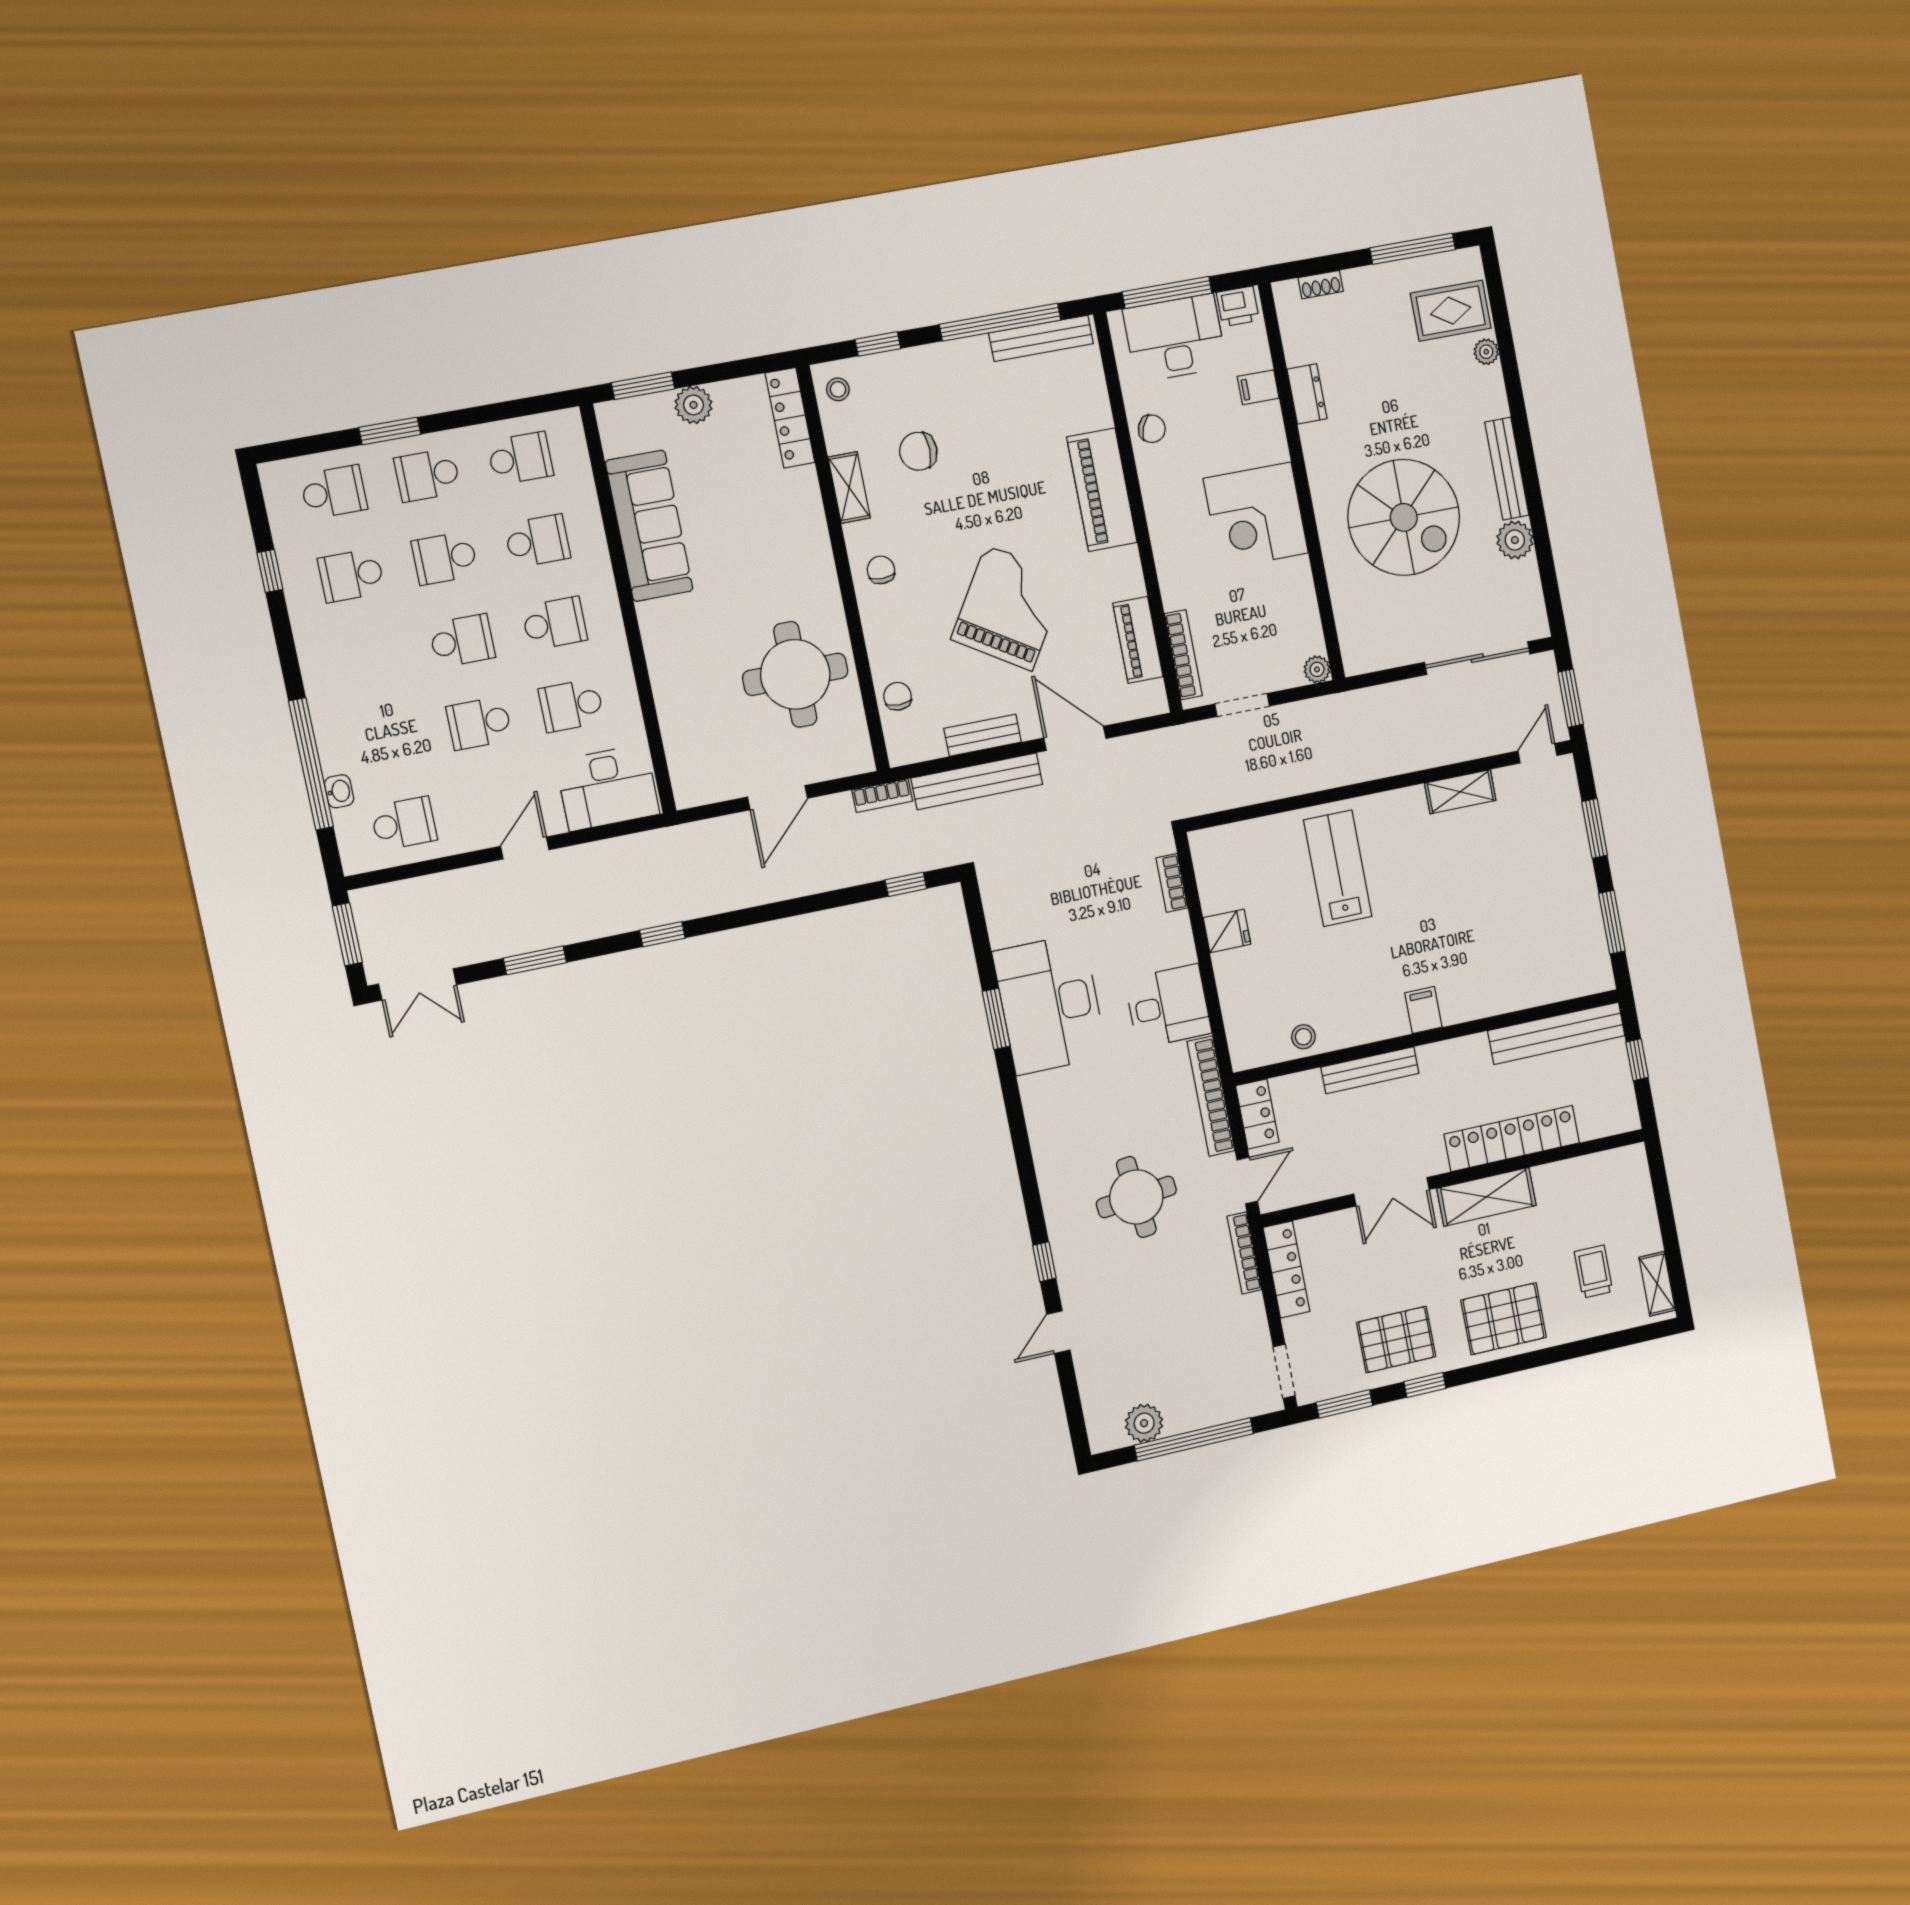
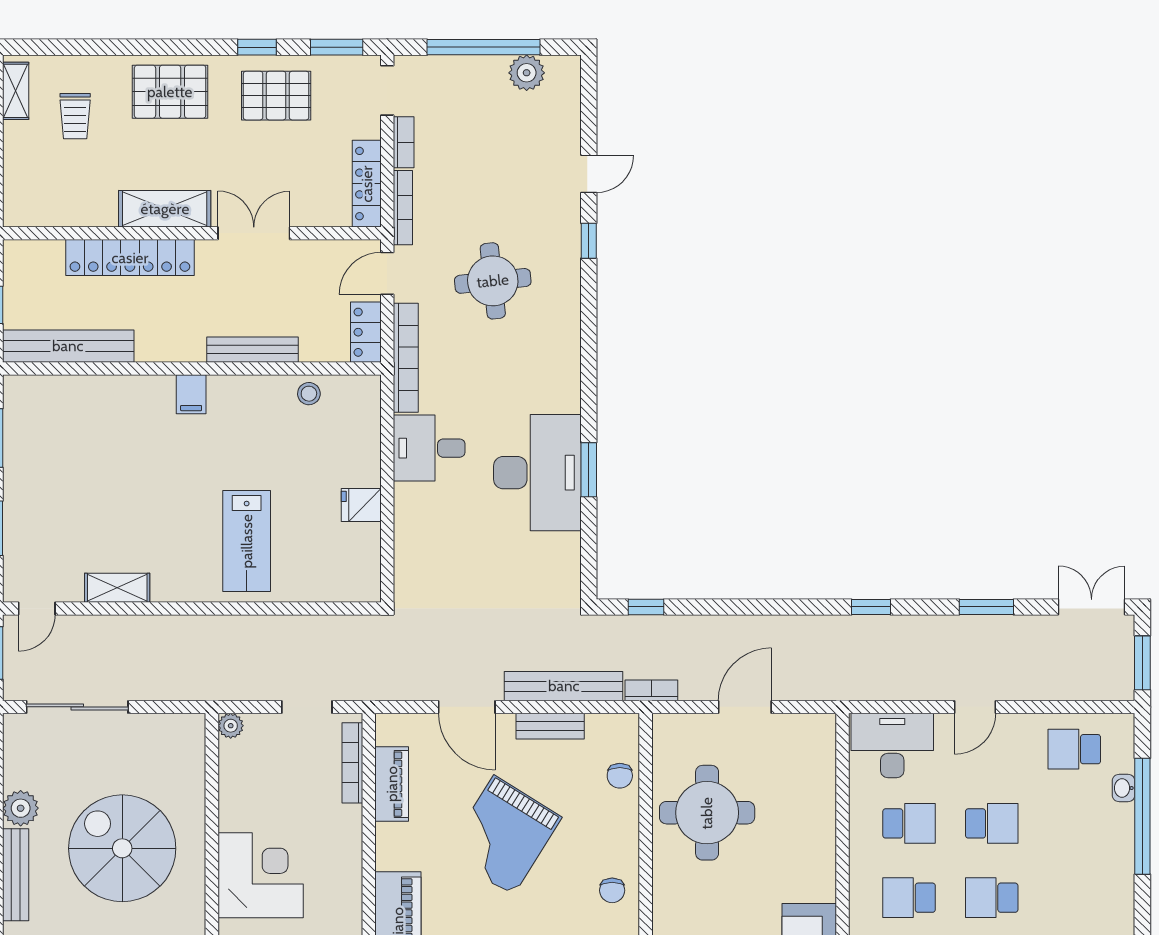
bookcase: (1172, 883) -> (404, 142), moved

